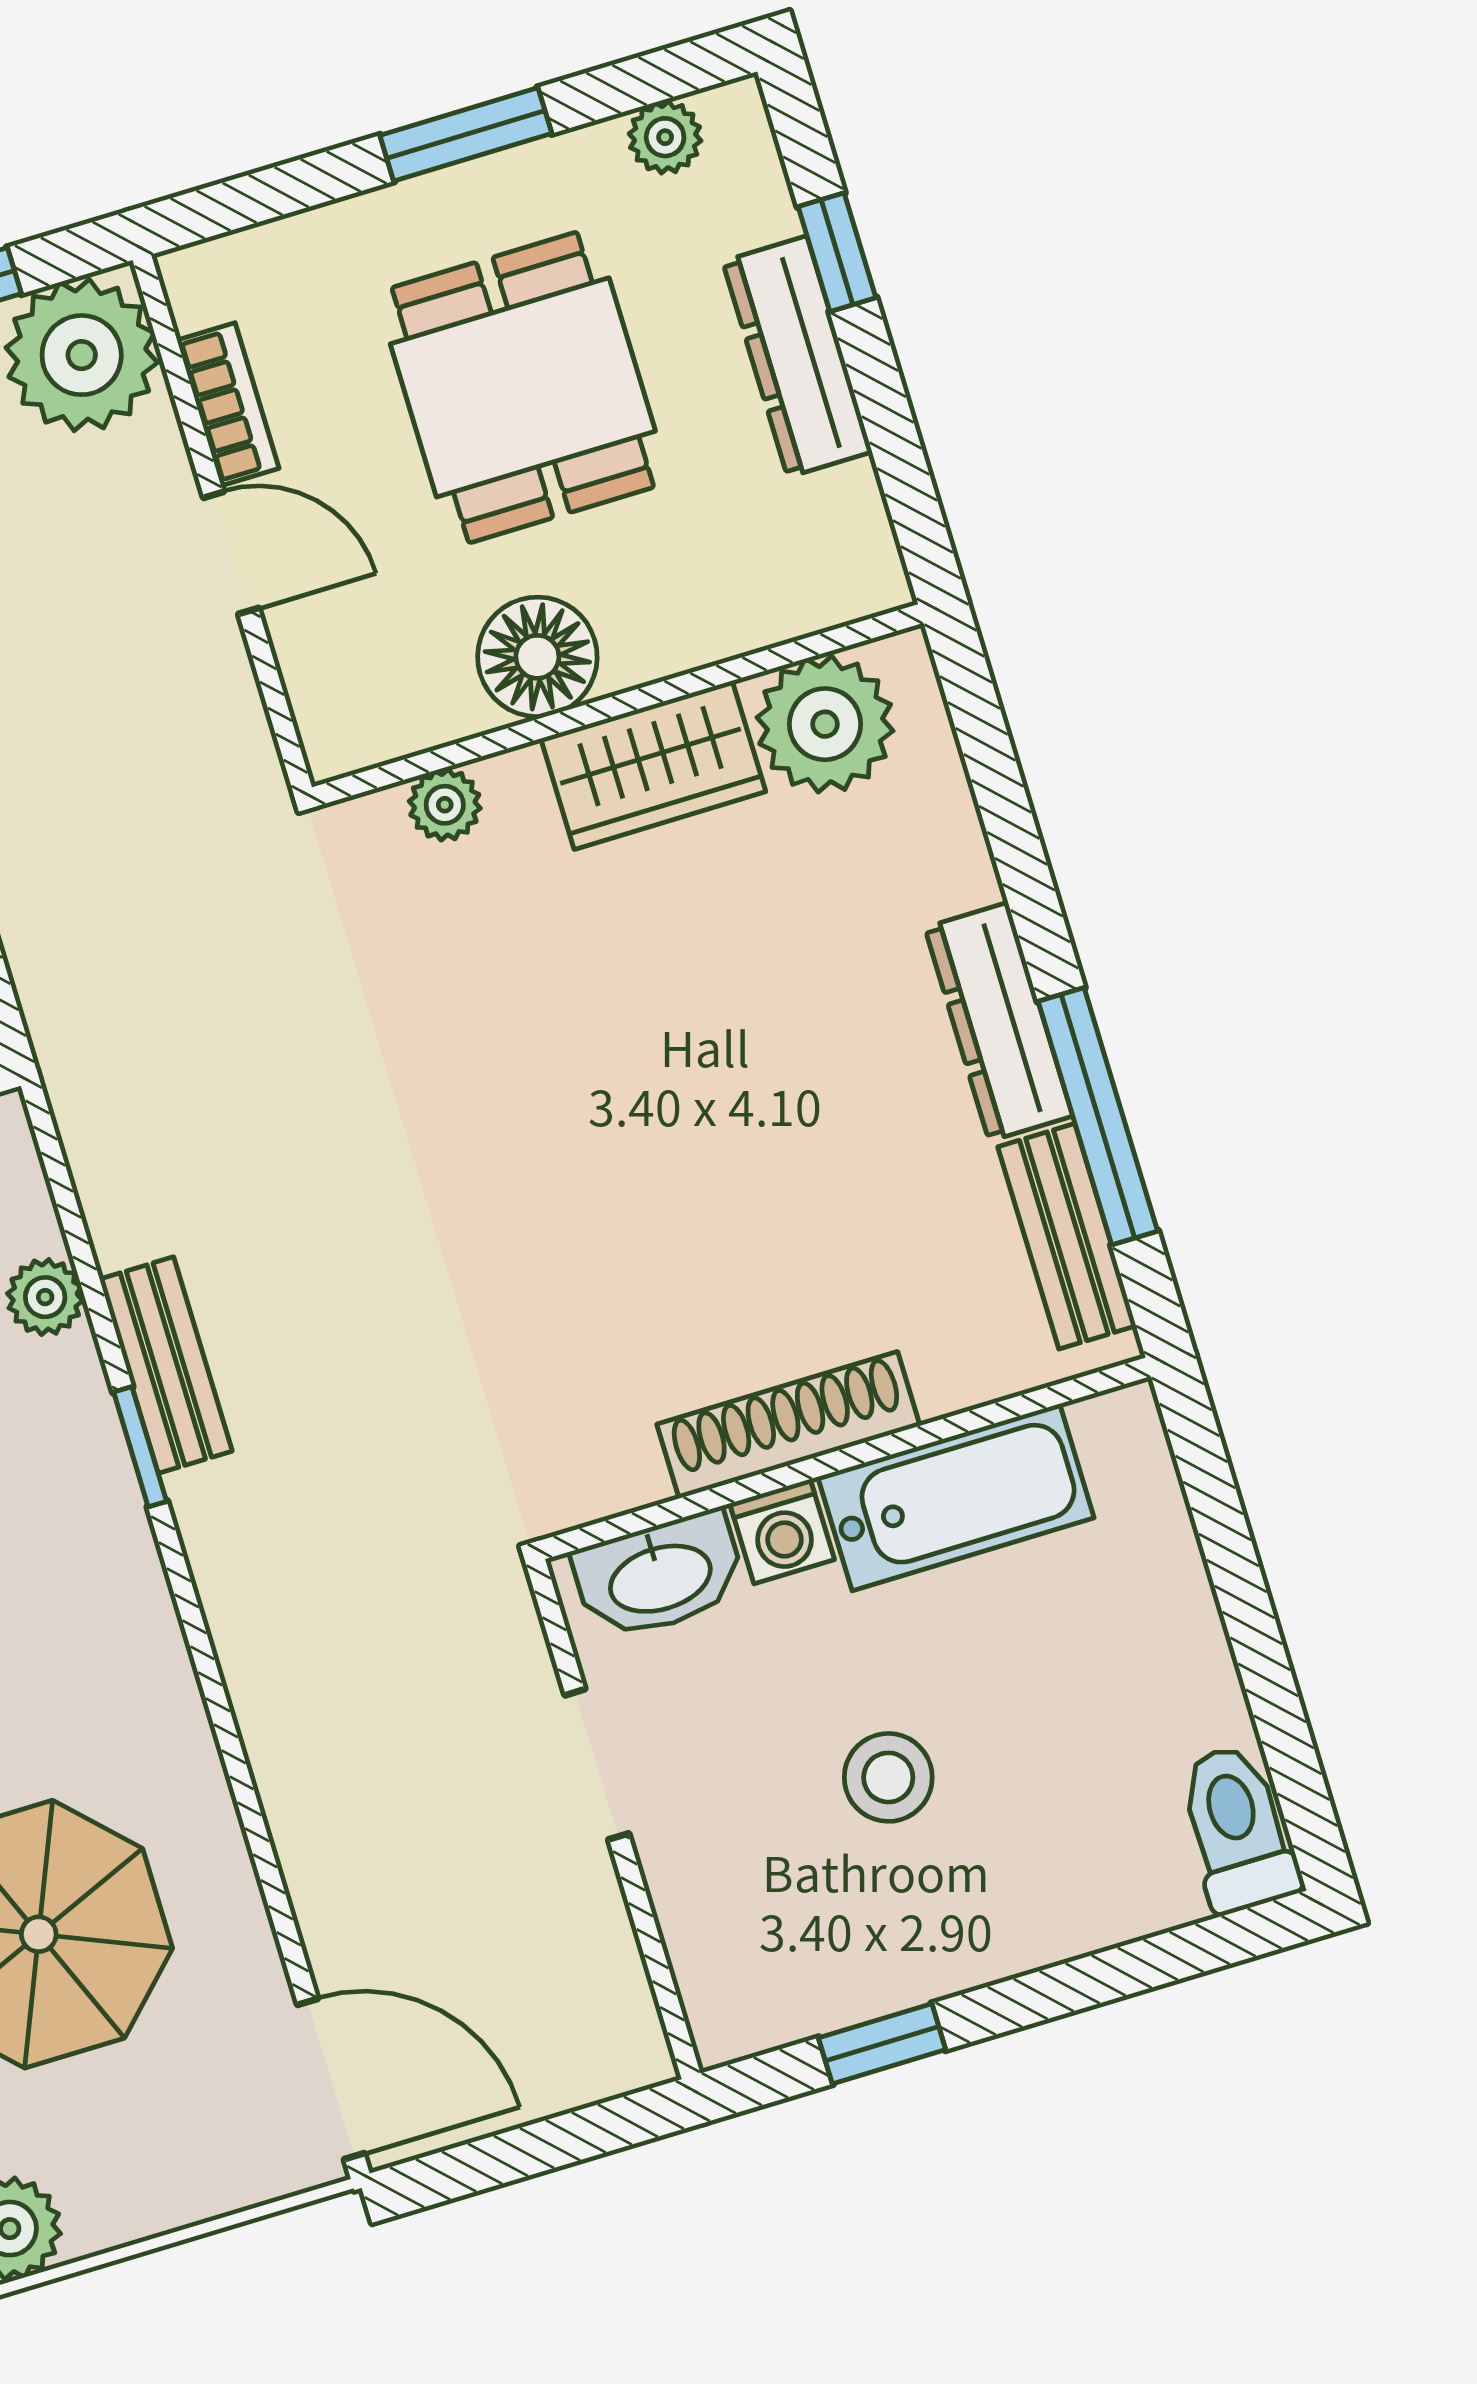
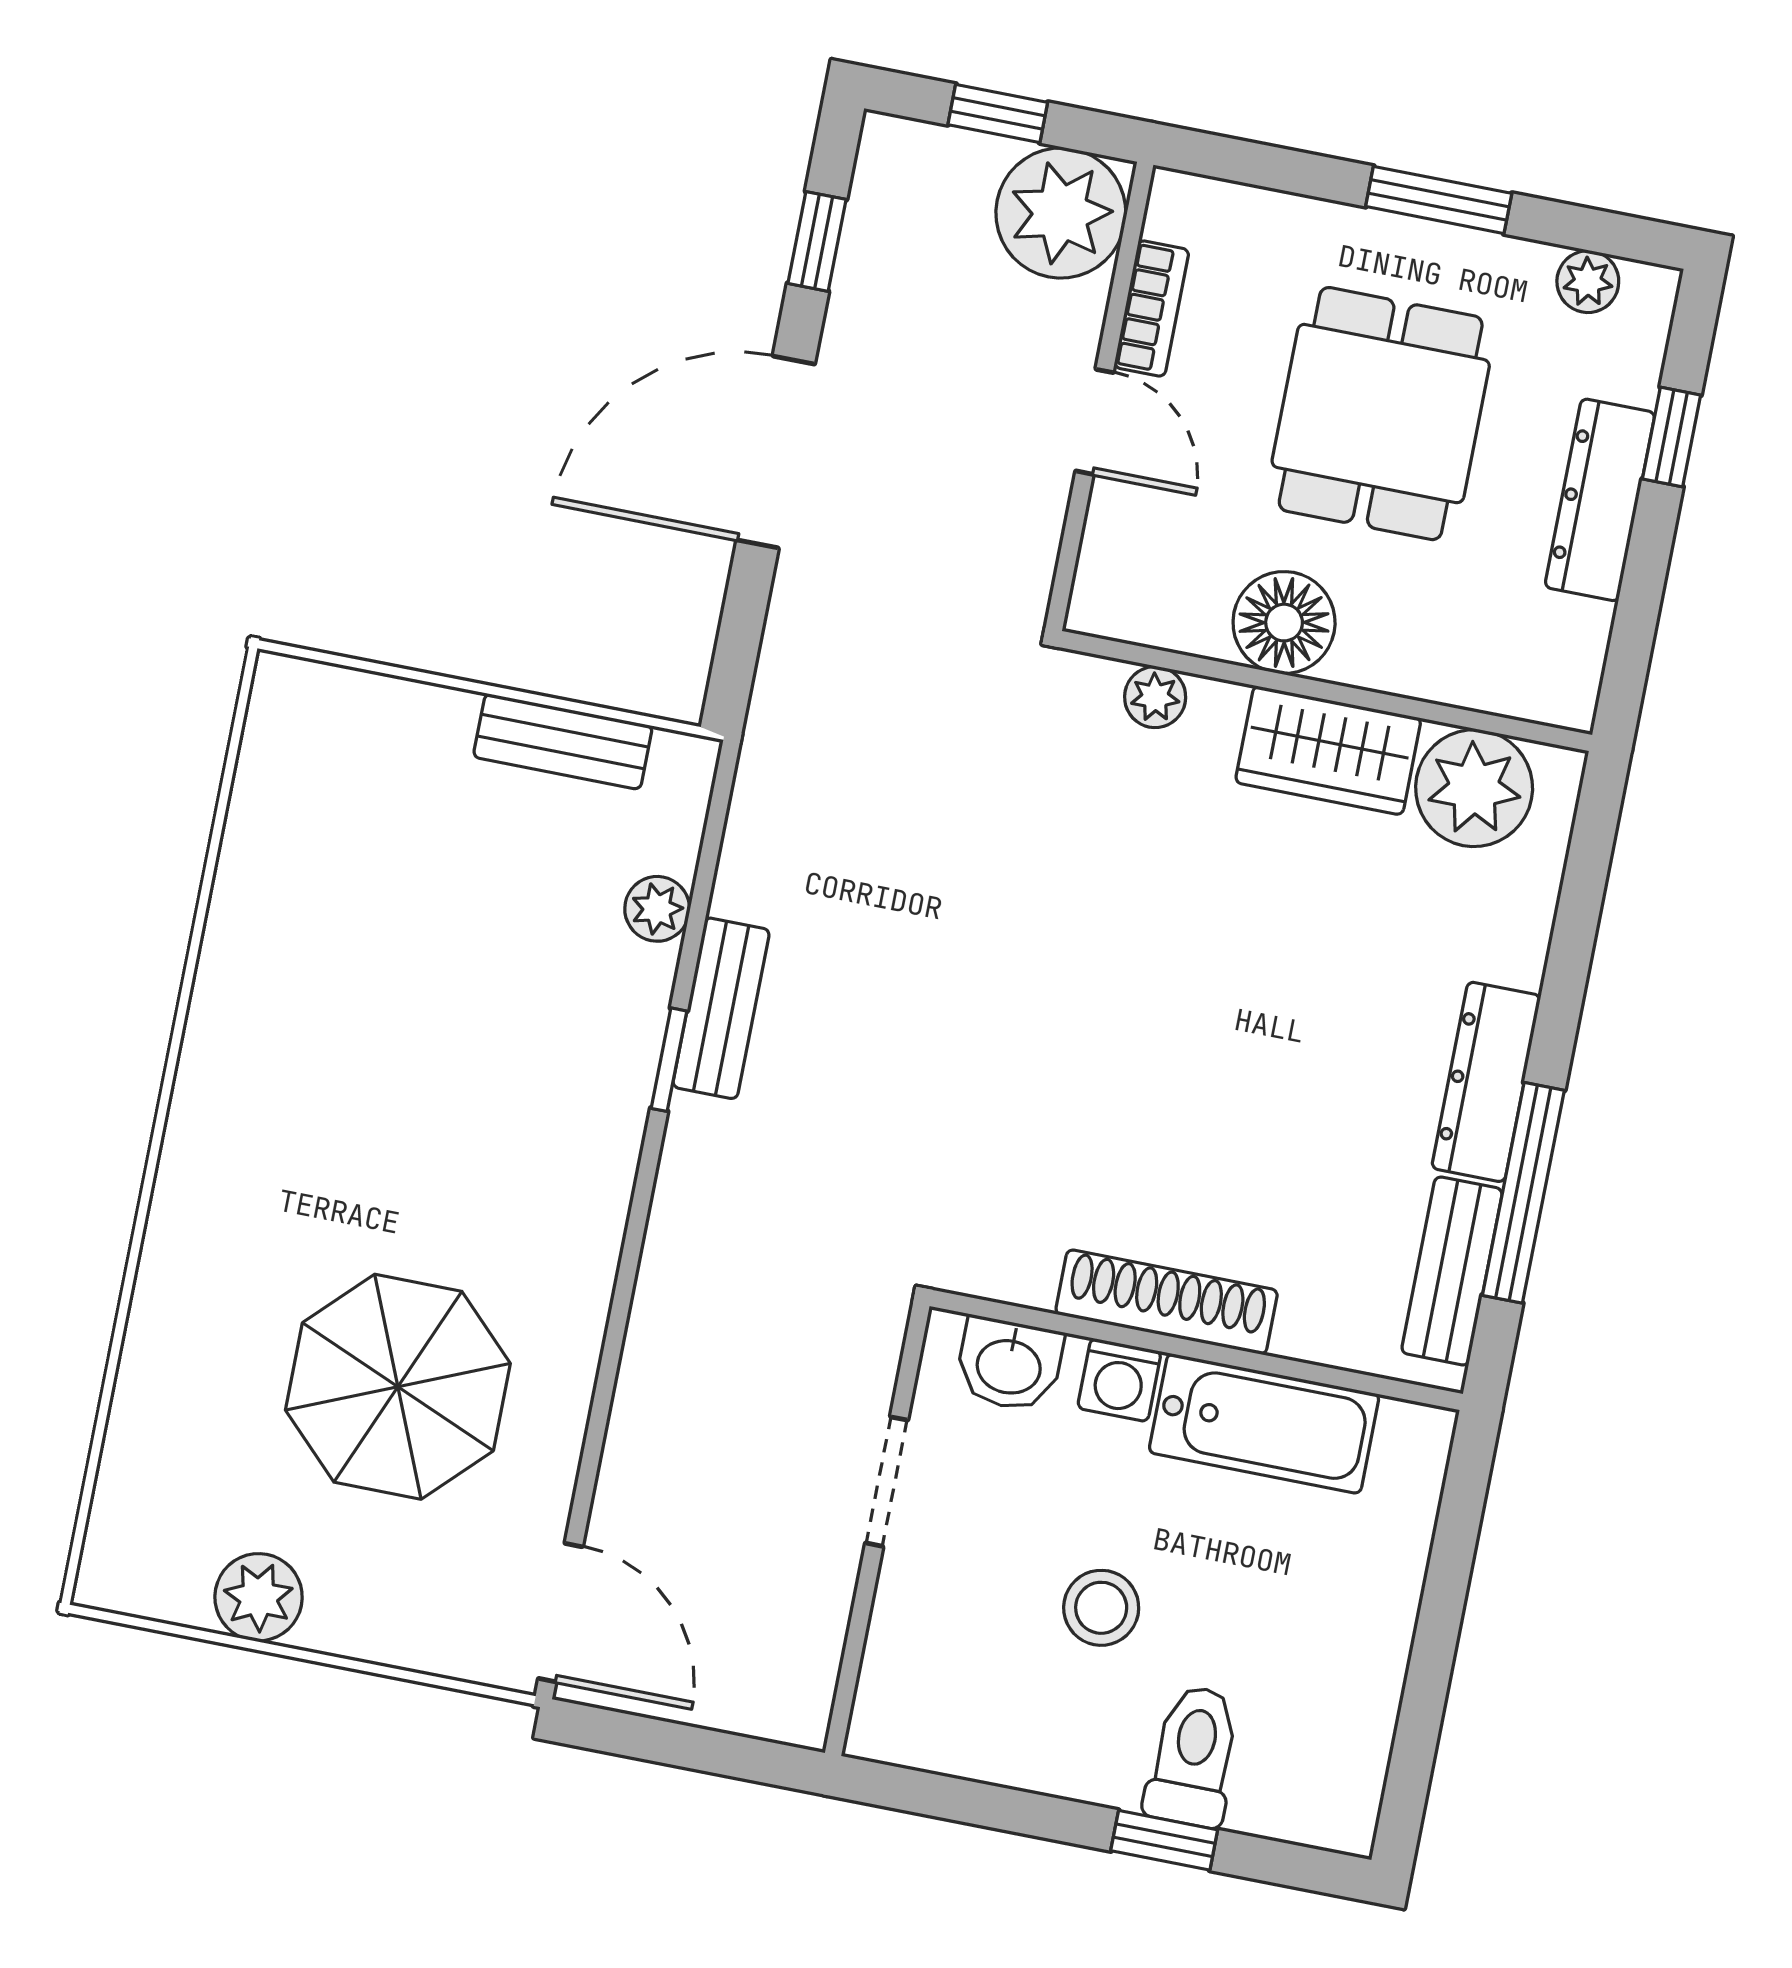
washbasin: (659, 1576) -> (1009, 1364), width x0.72
toilet: (1237, 1828) -> (1193, 1756), moved
window: (882, 2044) -> (1164, 1840), moved

